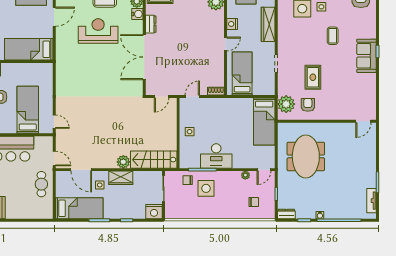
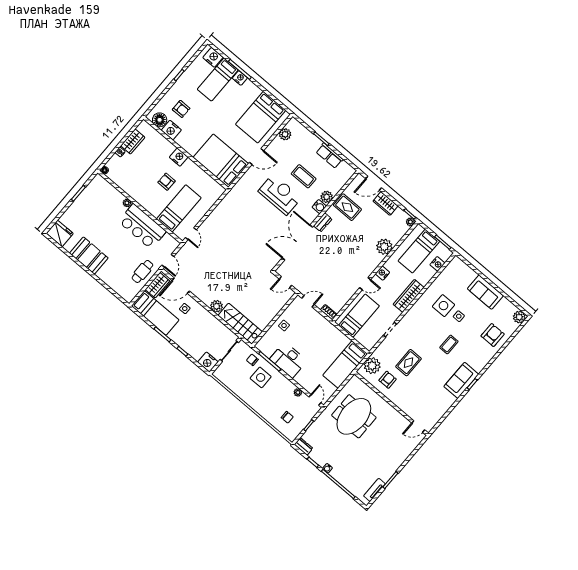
bed: (29, 49) -> (221, 161), width x1.50
door: (81, 170) -> (181, 286), hinge flipped
door: (264, 170) -> (315, 400), swing flipped
wardrobe: (121, 178) -> (157, 285), moved, turned -90

